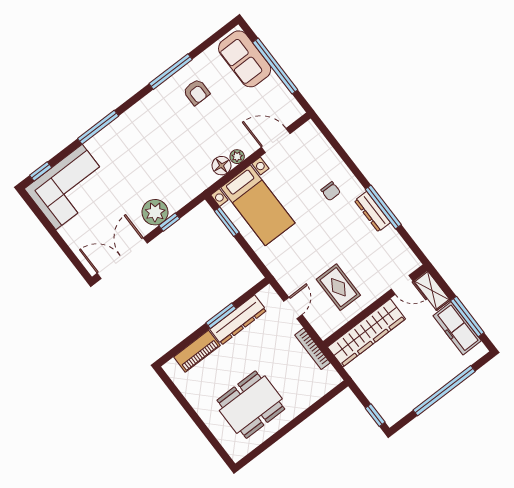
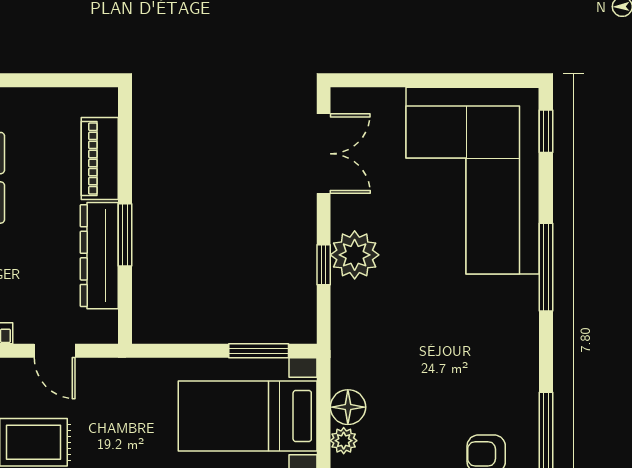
corner sofa: (69, 187) -> (473, 181), width x1.36, depth x1.36
double door: (122, 258) -> (324, 154), width x0.73

